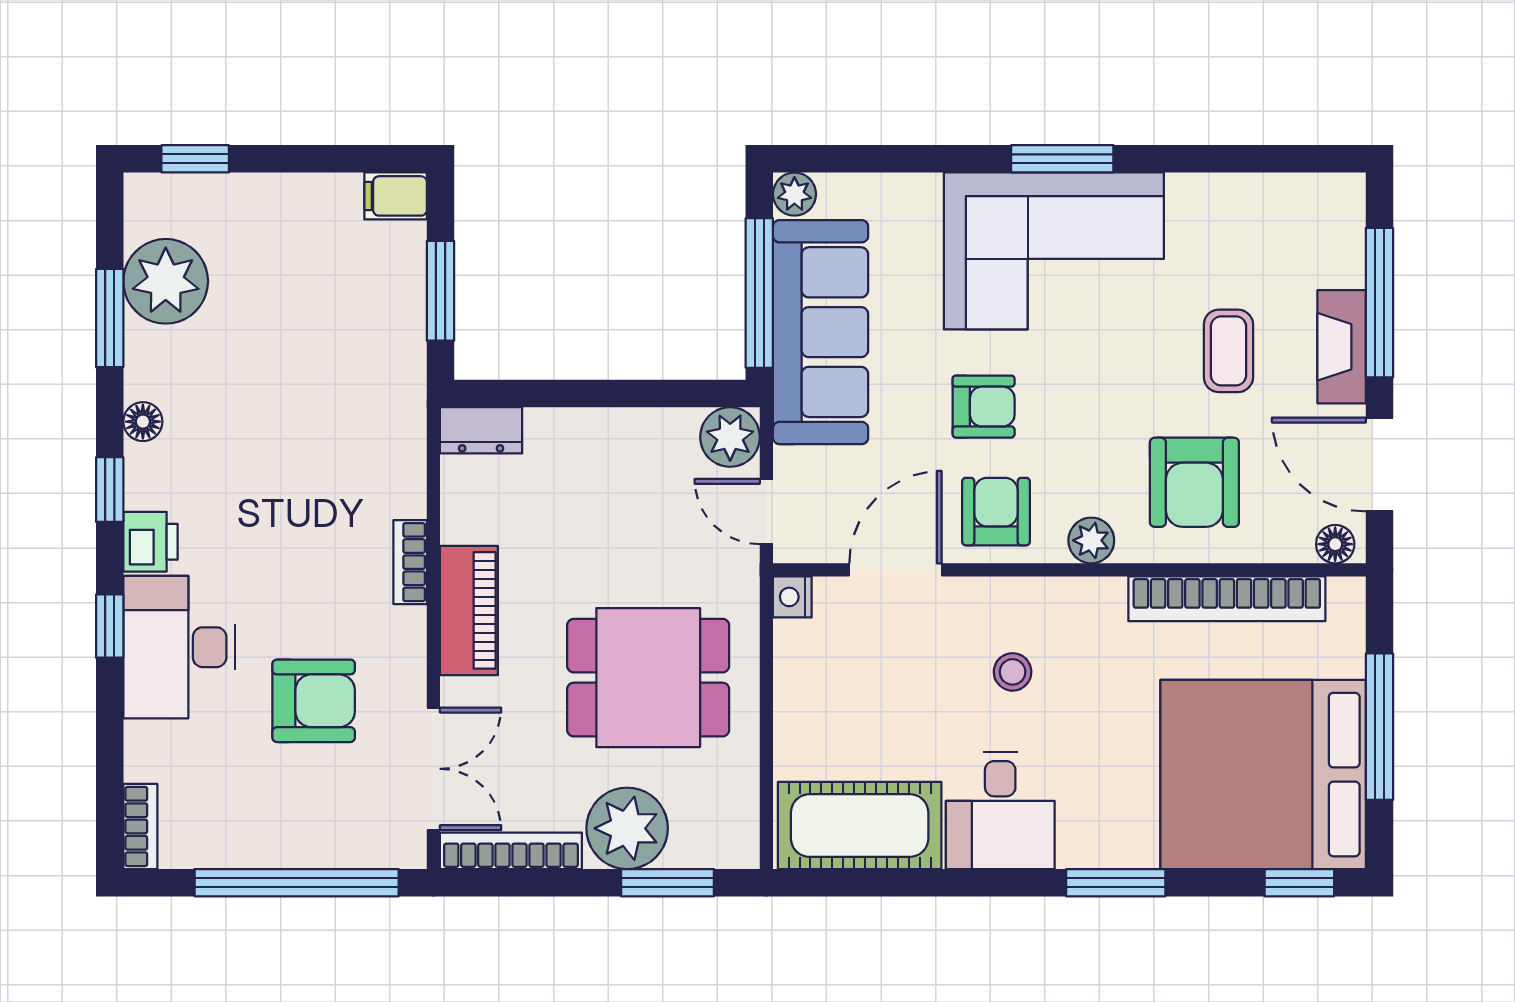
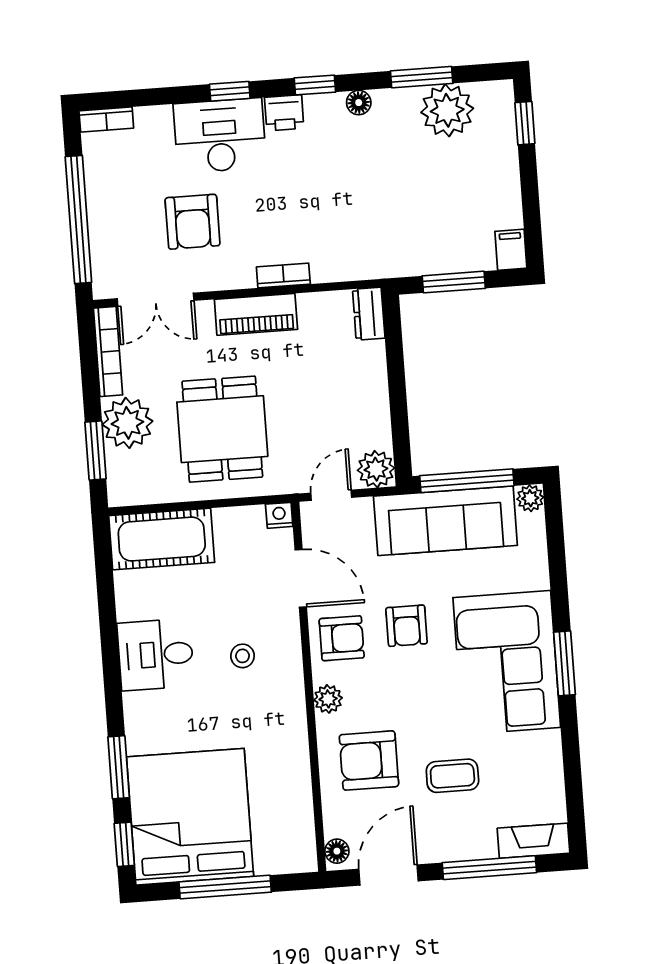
fireplace: (1342, 347) -> (534, 841), moved
bookcase: (1227, 599) -> (298, 786), removed
cot: (860, 825) -> (162, 539), moved, turned 90
window: (1116, 883) -> (119, 767), moved

